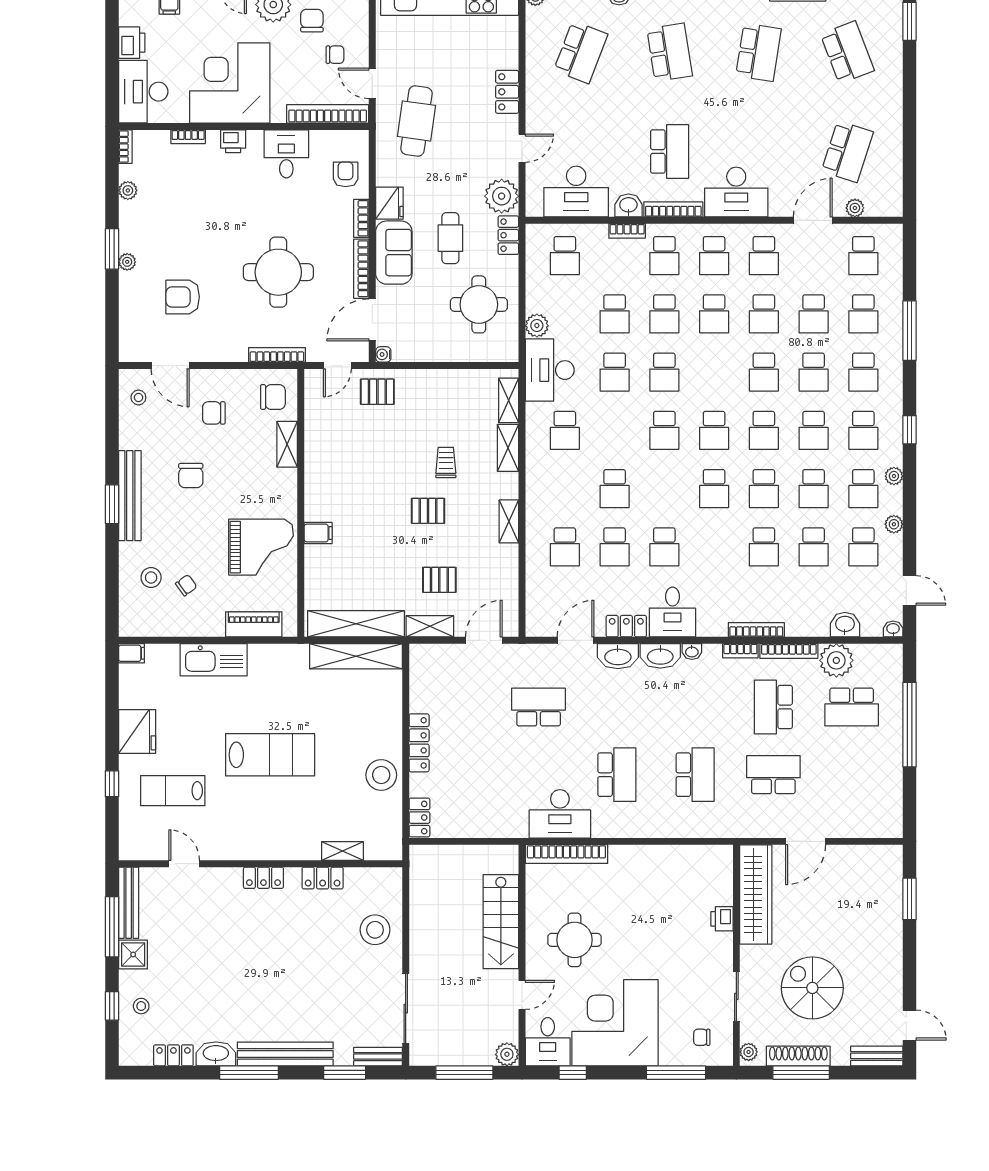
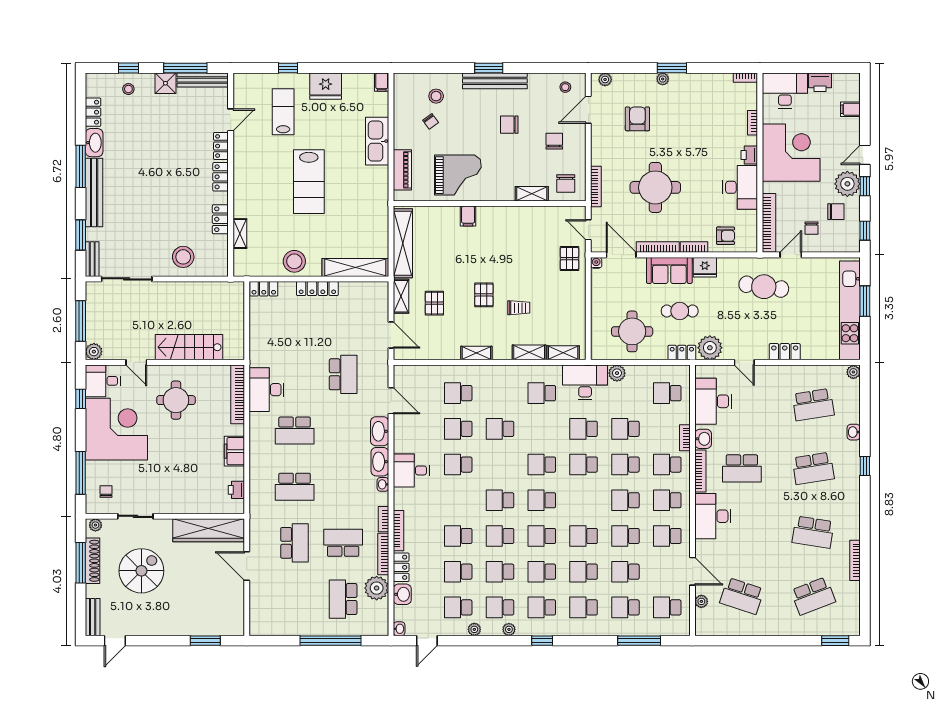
school desk: (581, 52) -> (813, 405), turned -30
desk: (286, 154) -> (740, 187), width x1.37
plant: (128, 190) -> (605, 79), moved
window: (910, 331) -> (639, 641), moved
grand piano: (261, 547) -> (458, 175), turned -90
locker: (626, 626) -> (401, 567), moved
shelving: (356, 656) -> (355, 267), moved, turned 90
filing cabinet: (646, 859) -> (234, 451), added
locker: (221, 877) -> (221, 146), added
printer: (722, 919) -> (236, 490), moved, turned -90

